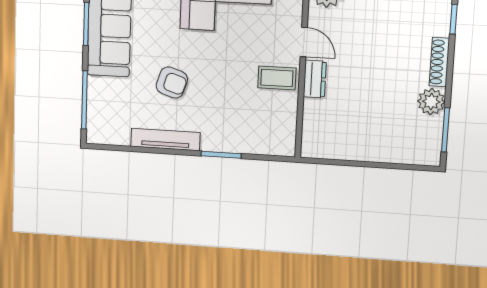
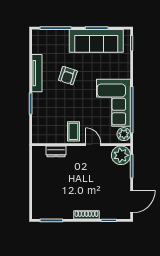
door: (304, 42) -> (93, 145), swing flipped
dresser: (315, 79) -> (56, 151), moved
plant: (431, 102) -> (66, 212), removed

